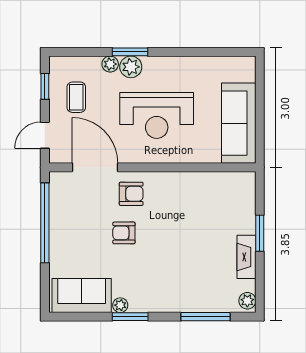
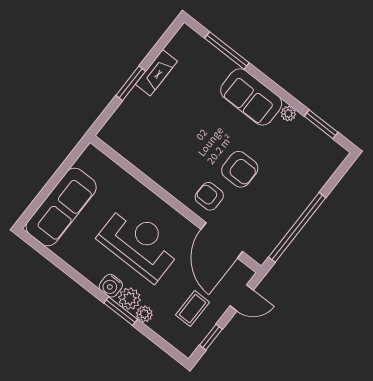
water cooler: (153, 66) -> (111, 286), added
sofa: (239, 123) -> (61, 207), moved
armchair: (124, 233) -> (240, 169), width x1.38, depth x1.38
sofa: (82, 296) -> (251, 97), moved
plant: (247, 301) -> (183, 37), removed
window: (130, 317) -> (321, 124), moved

